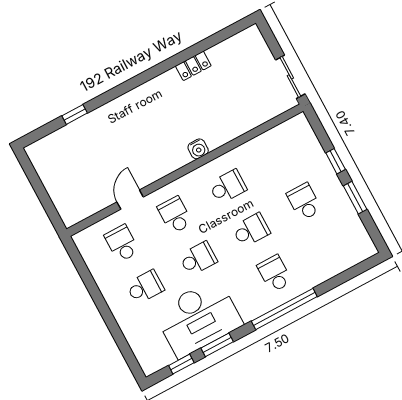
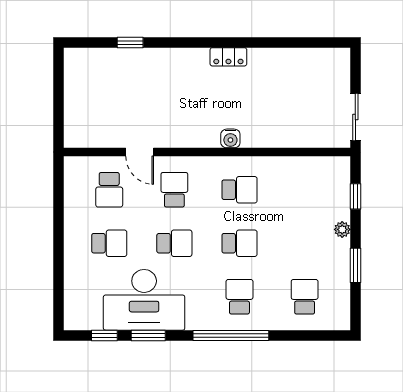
locker: (193, 66) -> (228, 57), moved
window: (336, 161) -> (355, 196), moved
plant: (329, 174) -> (342, 229), added
door: (130, 199) -> (140, 152), swing flipped
school desk: (304, 202) -> (305, 297), moved
school desk: (122, 243) -> (109, 190), turned 180

